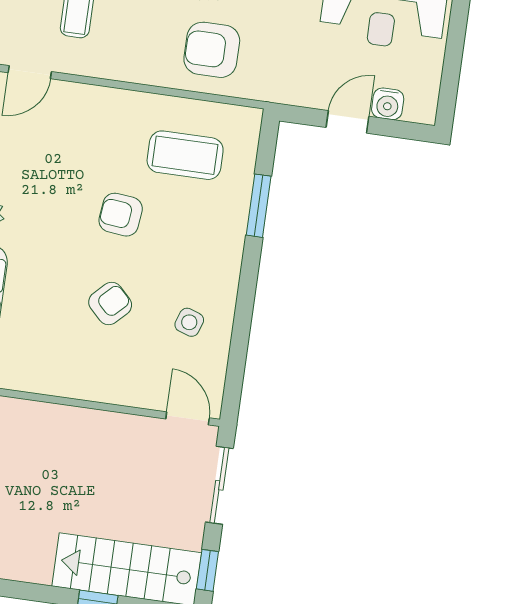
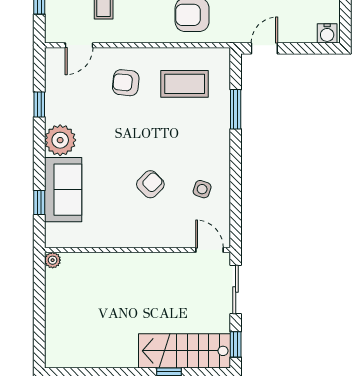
water cooler: (388, 104) -> (327, 33), moved
door: (348, 122) -> (264, 48), moved
armchair: (121, 215) -> (126, 83), moved

